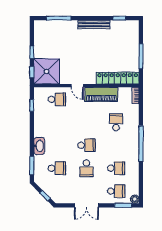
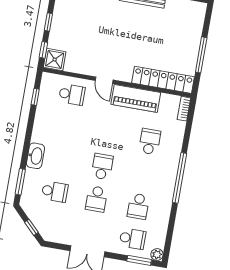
shower: (47, 71) -> (55, 60), width x0.54, depth x0.54
school desk: (86, 145) -> (102, 167), turned -90
school desk: (116, 168) -> (138, 206), turned 90

